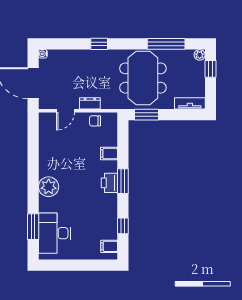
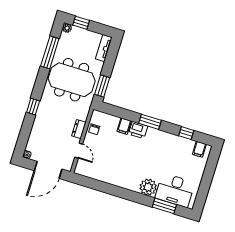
printer: (109, 183) -> (138, 130), moved
plant: (49, 187) -> (148, 187), moved

